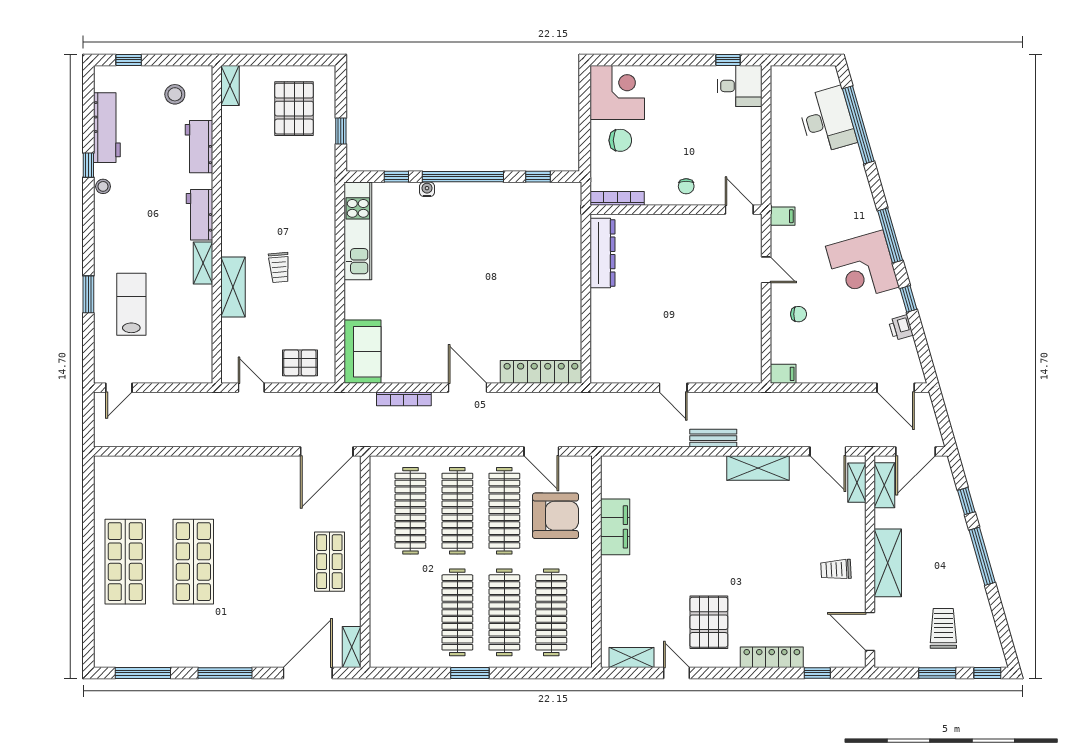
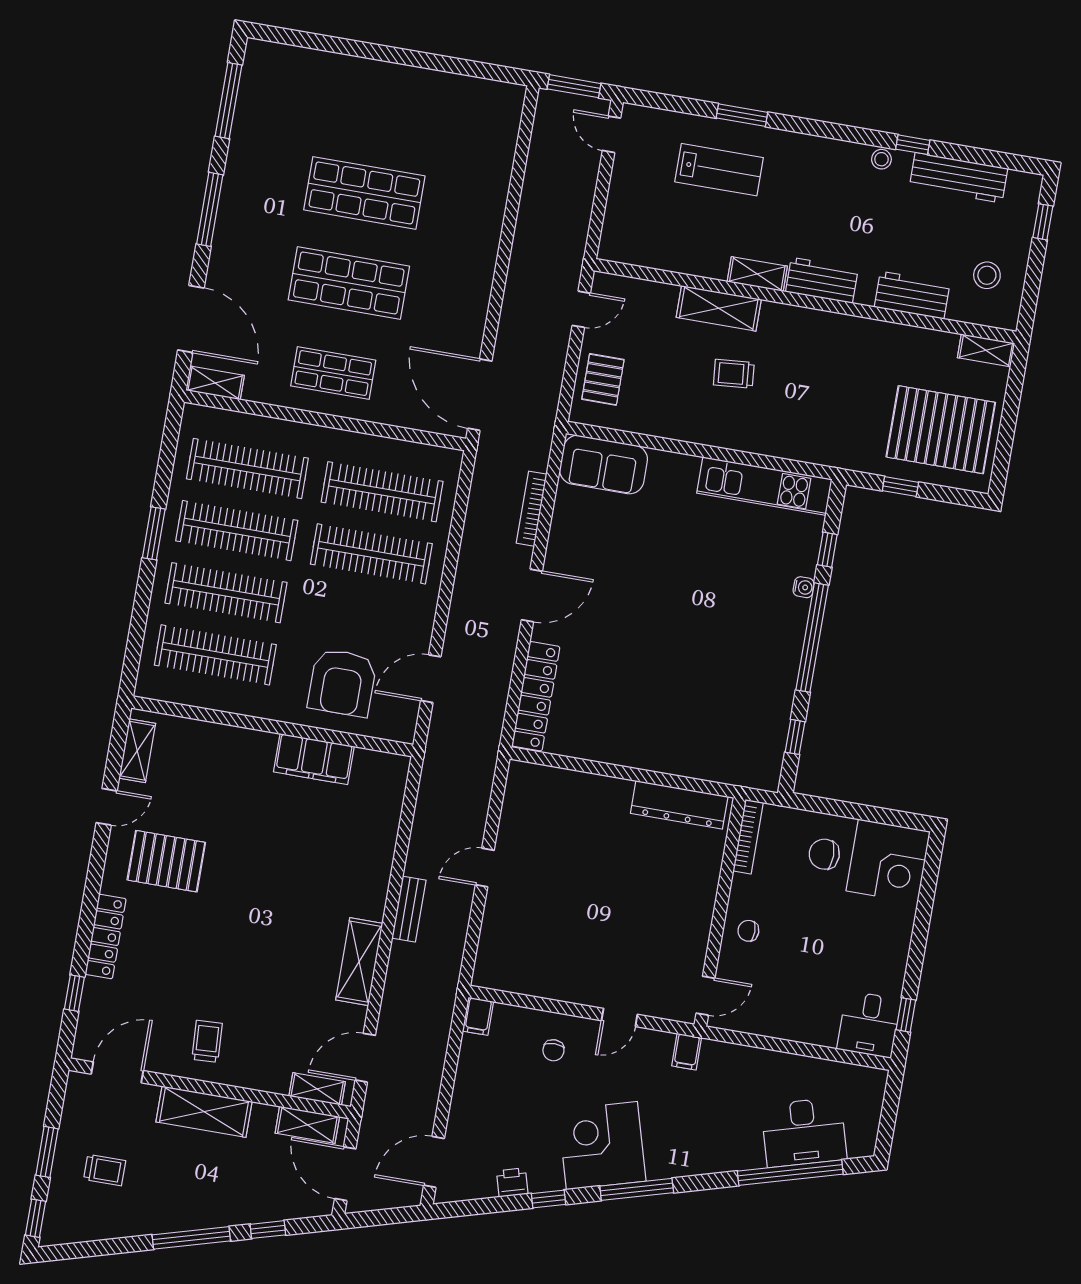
pallet: (294, 109) -> (941, 430), width x1.37, depth x1.41
chair: (620, 140) -> (824, 854), turned 90
window: (88, 421) -> (574, 86), added
clothes rail: (504, 511) -> (247, 469), moved
shop shelf: (125, 562) -> (349, 283), moved
trolley: (943, 628) -> (105, 1170), width x0.73, depth x0.72

